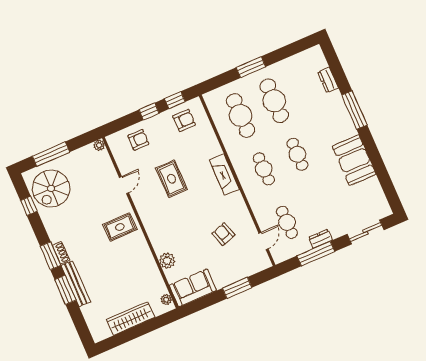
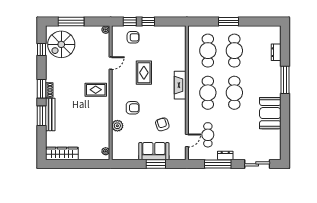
window: (175, 100) -> (130, 22), moved
armchair: (184, 120) -> (133, 108), moved
cafe table: (297, 154) -> (234, 93), width x1.37, depth x1.35
cafe table: (264, 169) -> (208, 93), width x1.37, depth x1.35
sofa: (193, 288) -> (154, 151), moved
wardrobe: (130, 319) -> (62, 153), moved

